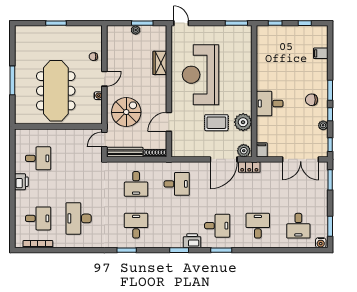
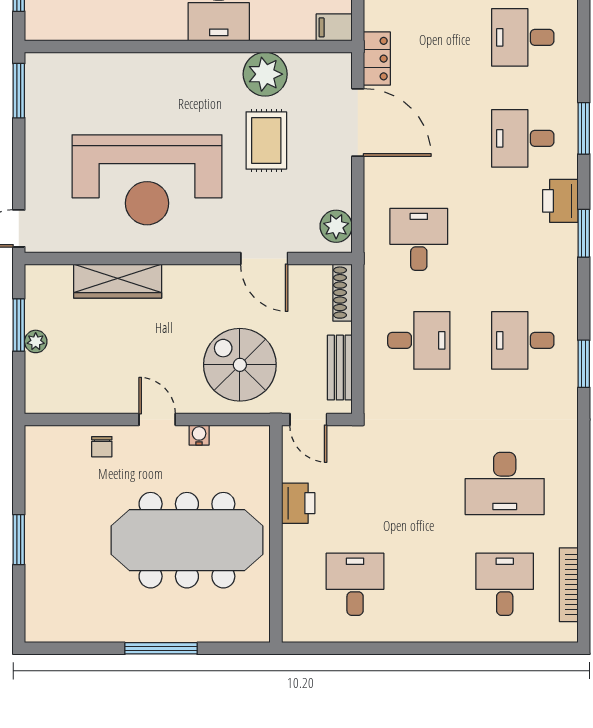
wardrobe: (160, 63) -> (118, 281), width x1.50
plant: (244, 151) -> (336, 226), moved
bench: (125, 152) -> (340, 368), width x0.73
printer: (21, 182) -> (298, 503), moved, turned 90
desk: (217, 226) -> (523, 138), turned -90

